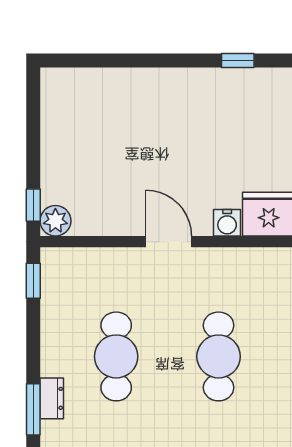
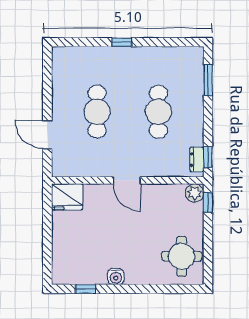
round table: (77, 115) -> (182, 256), added
water cooler: (227, 223) -> (116, 277), moved, turned 180
dresser: (52, 398) -> (197, 159), moved

